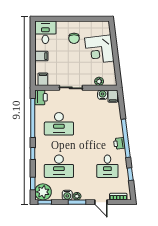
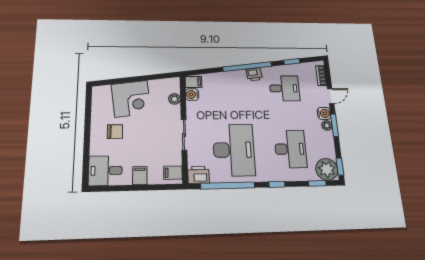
desk: (59, 124) -> (234, 150), width x1.36, depth x1.30
water cooler: (67, 195) -> (324, 113), moved

